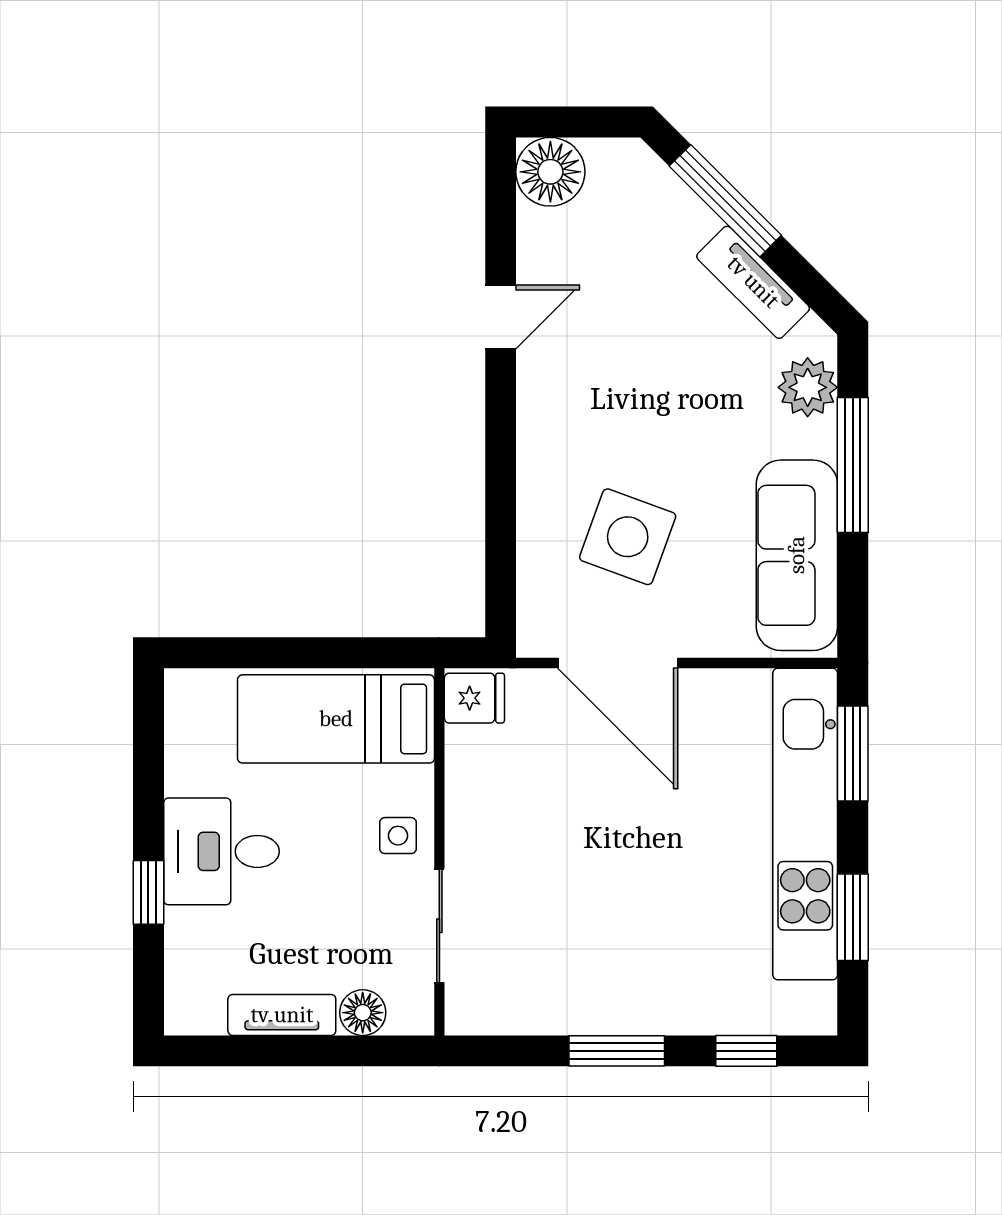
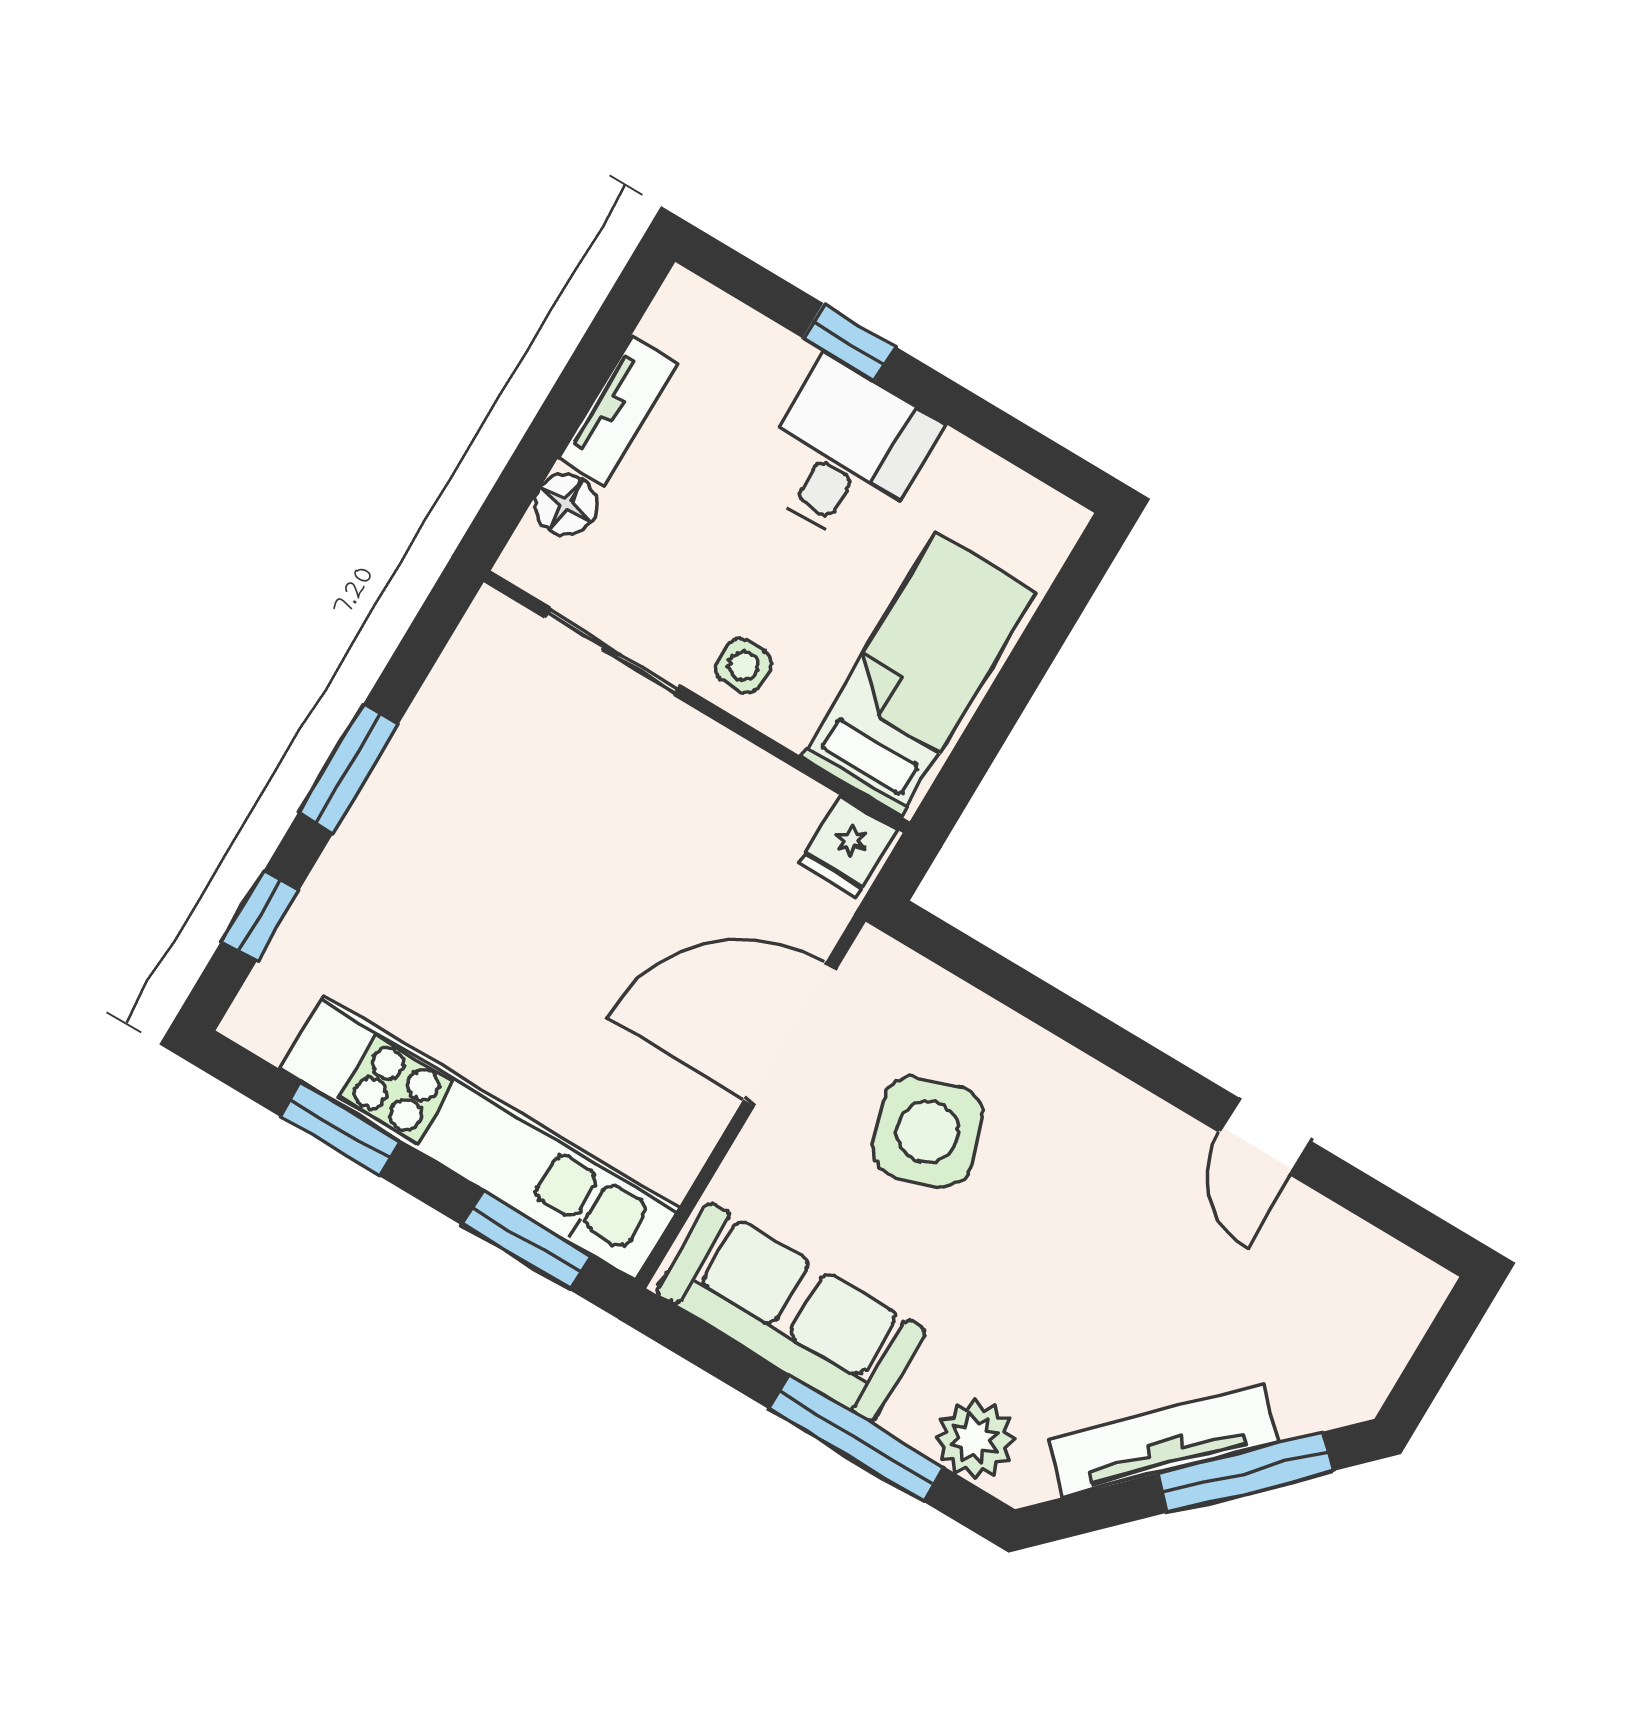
floor lamp: (550, 172) -> (1397, 1293), removed
tv unit: (753, 282) -> (1164, 1441), width x1.41
side table: (628, 537) -> (928, 1132), turned -38

